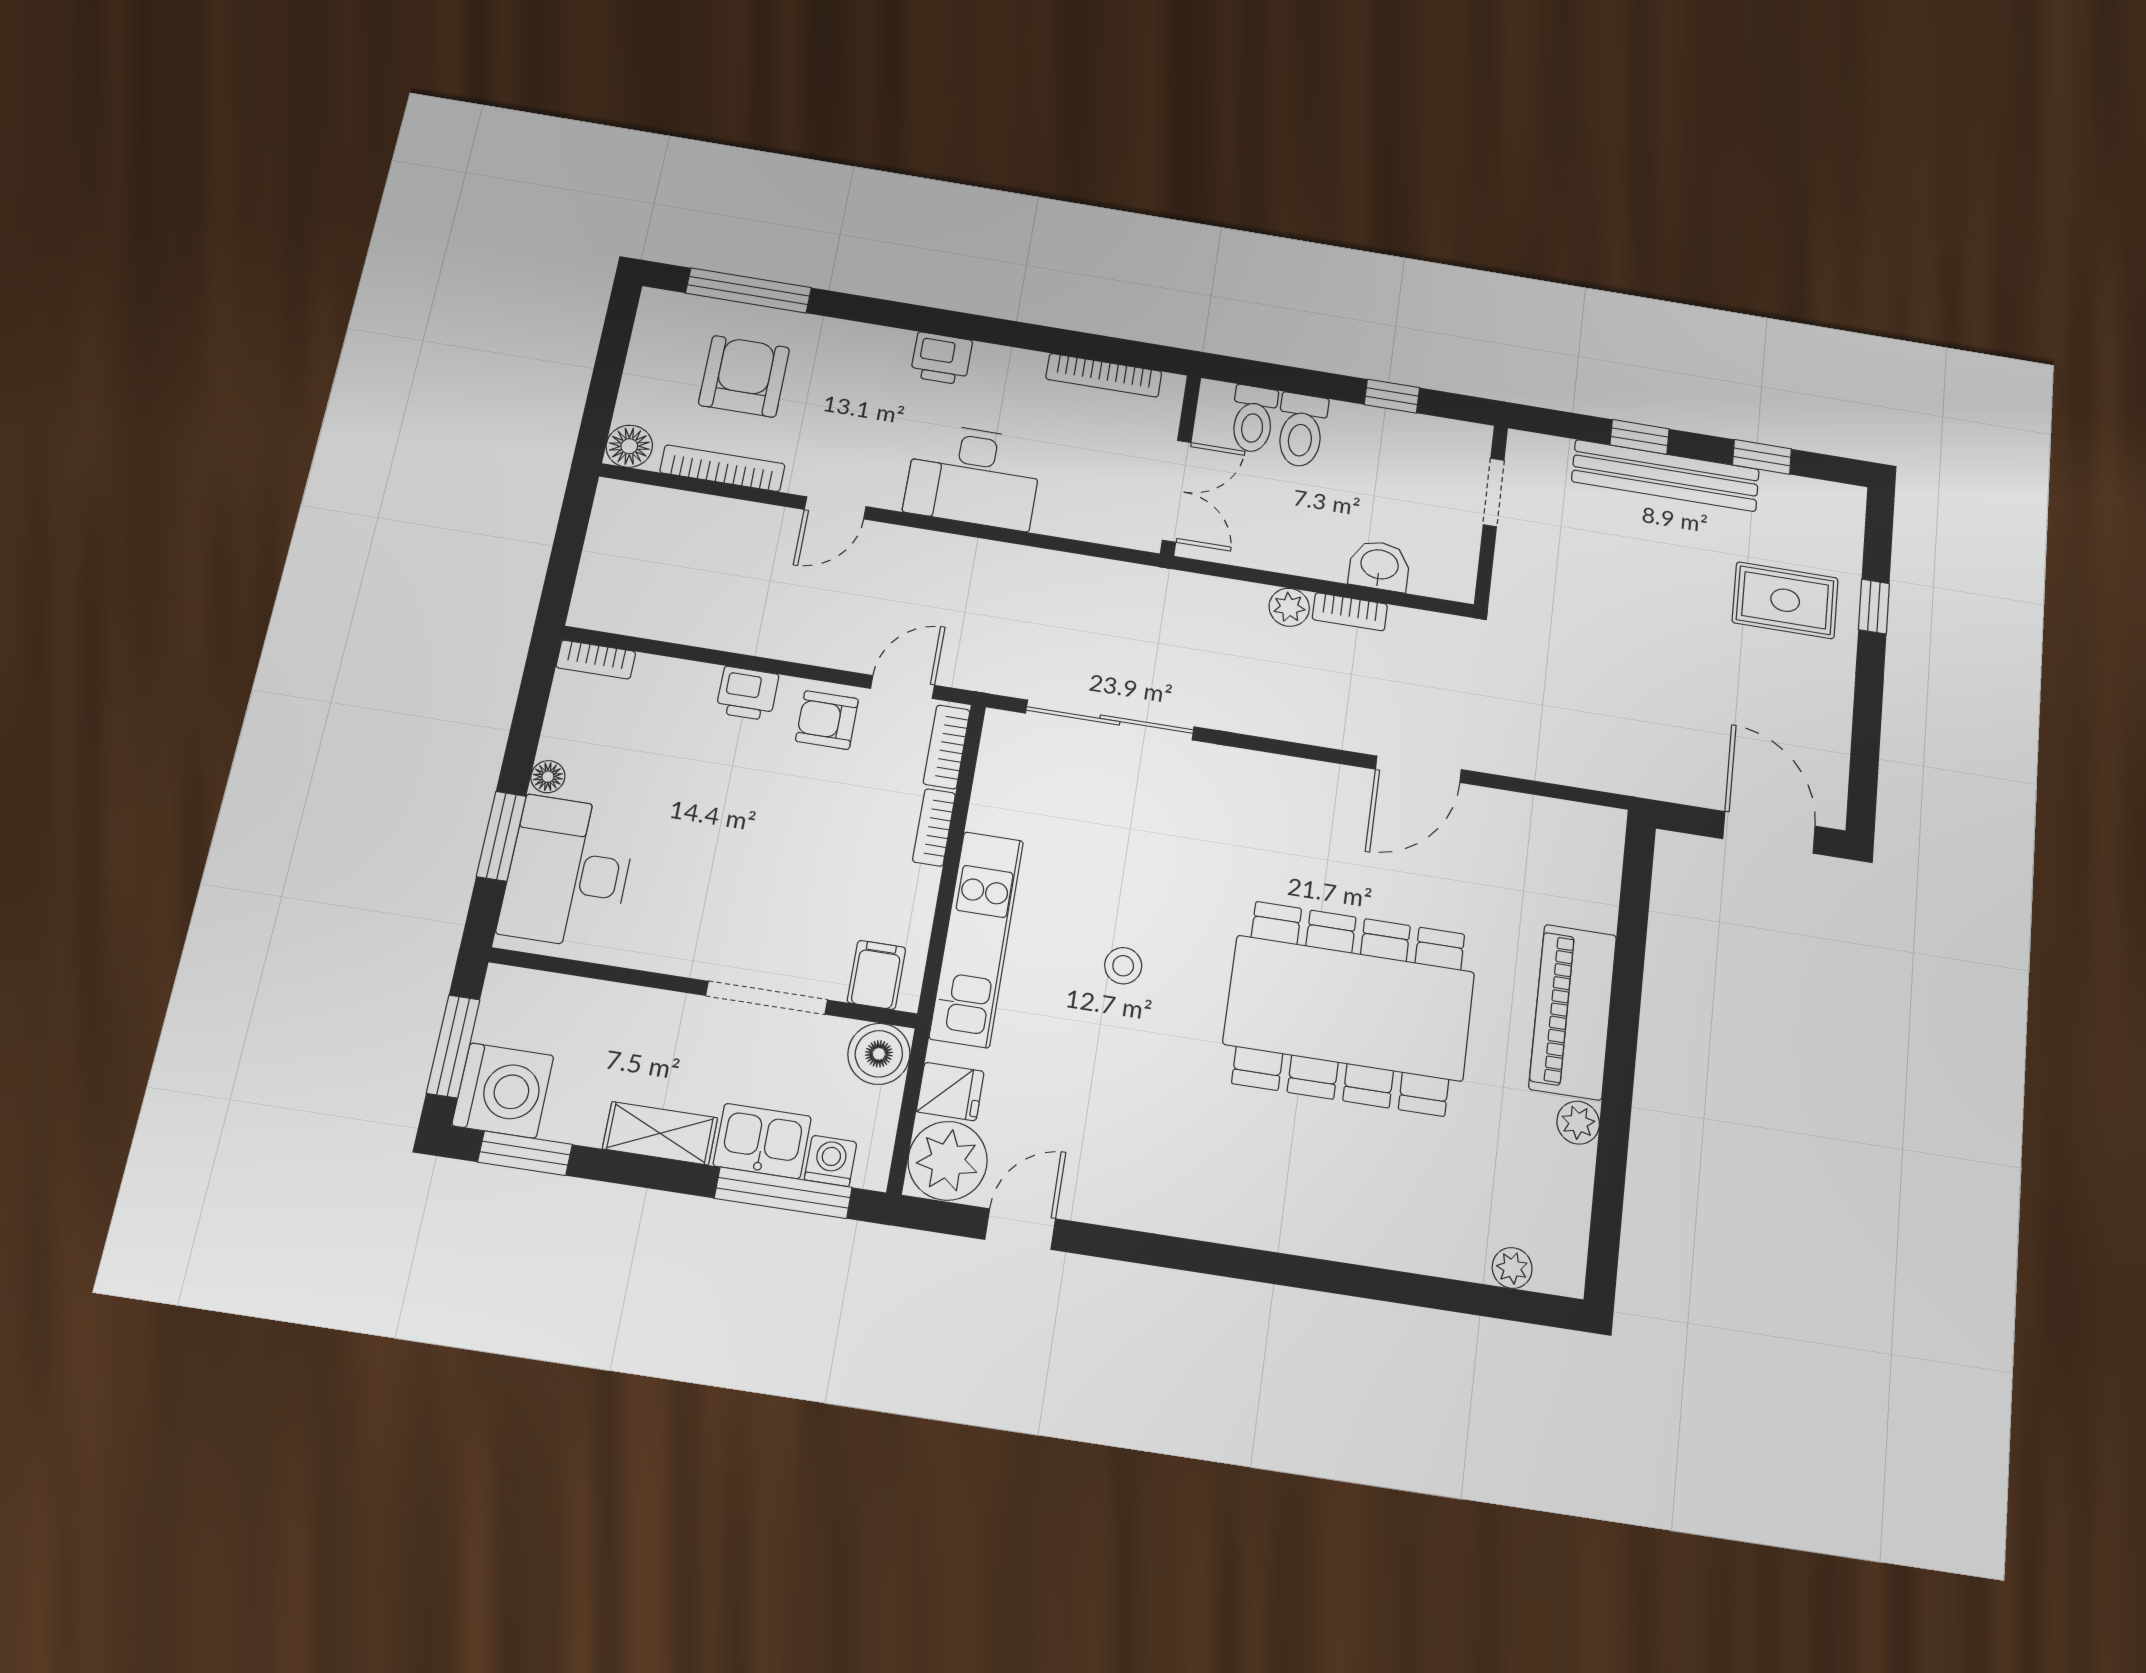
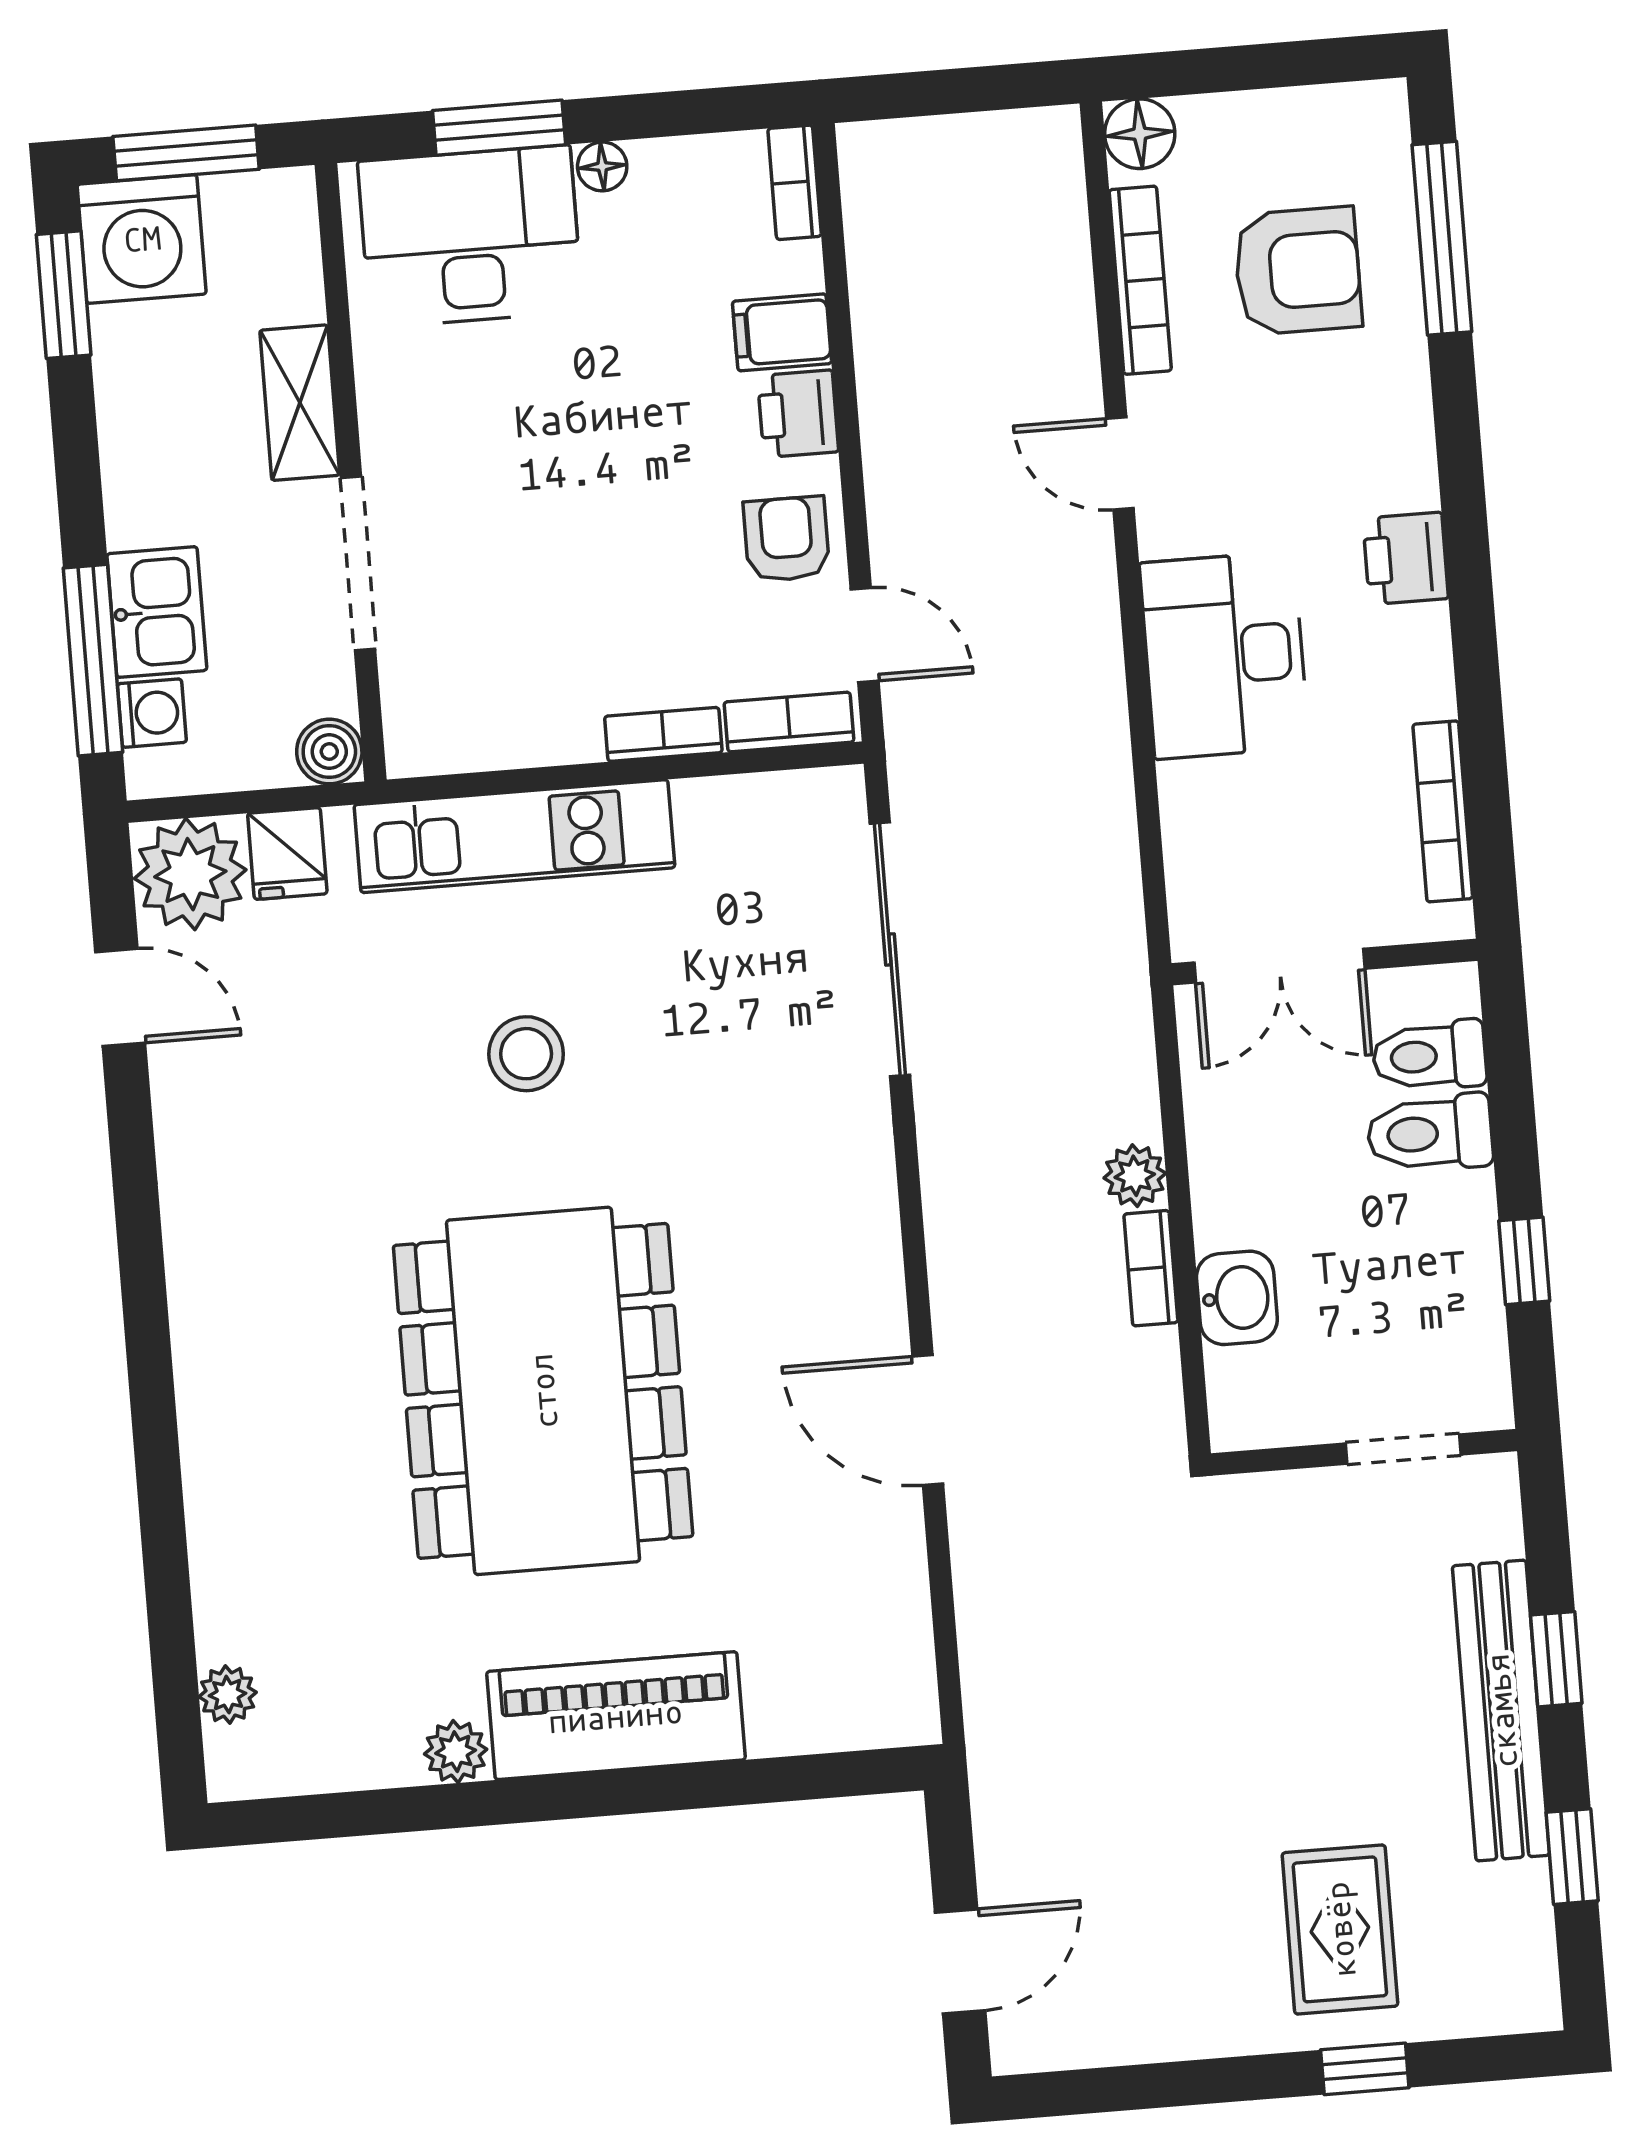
door: (1769, 832) -> (960, 1961), width x0.73
stool: (1123, 966) -> (526, 1054), width x1.37, depth x1.37
filing cabinet: (876, 975) -> (782, 332), moved, turned 180
boiler: (879, 1054) -> (329, 752), width x0.73, depth x0.73
shelving: (660, 1133) -> (300, 403), moved

